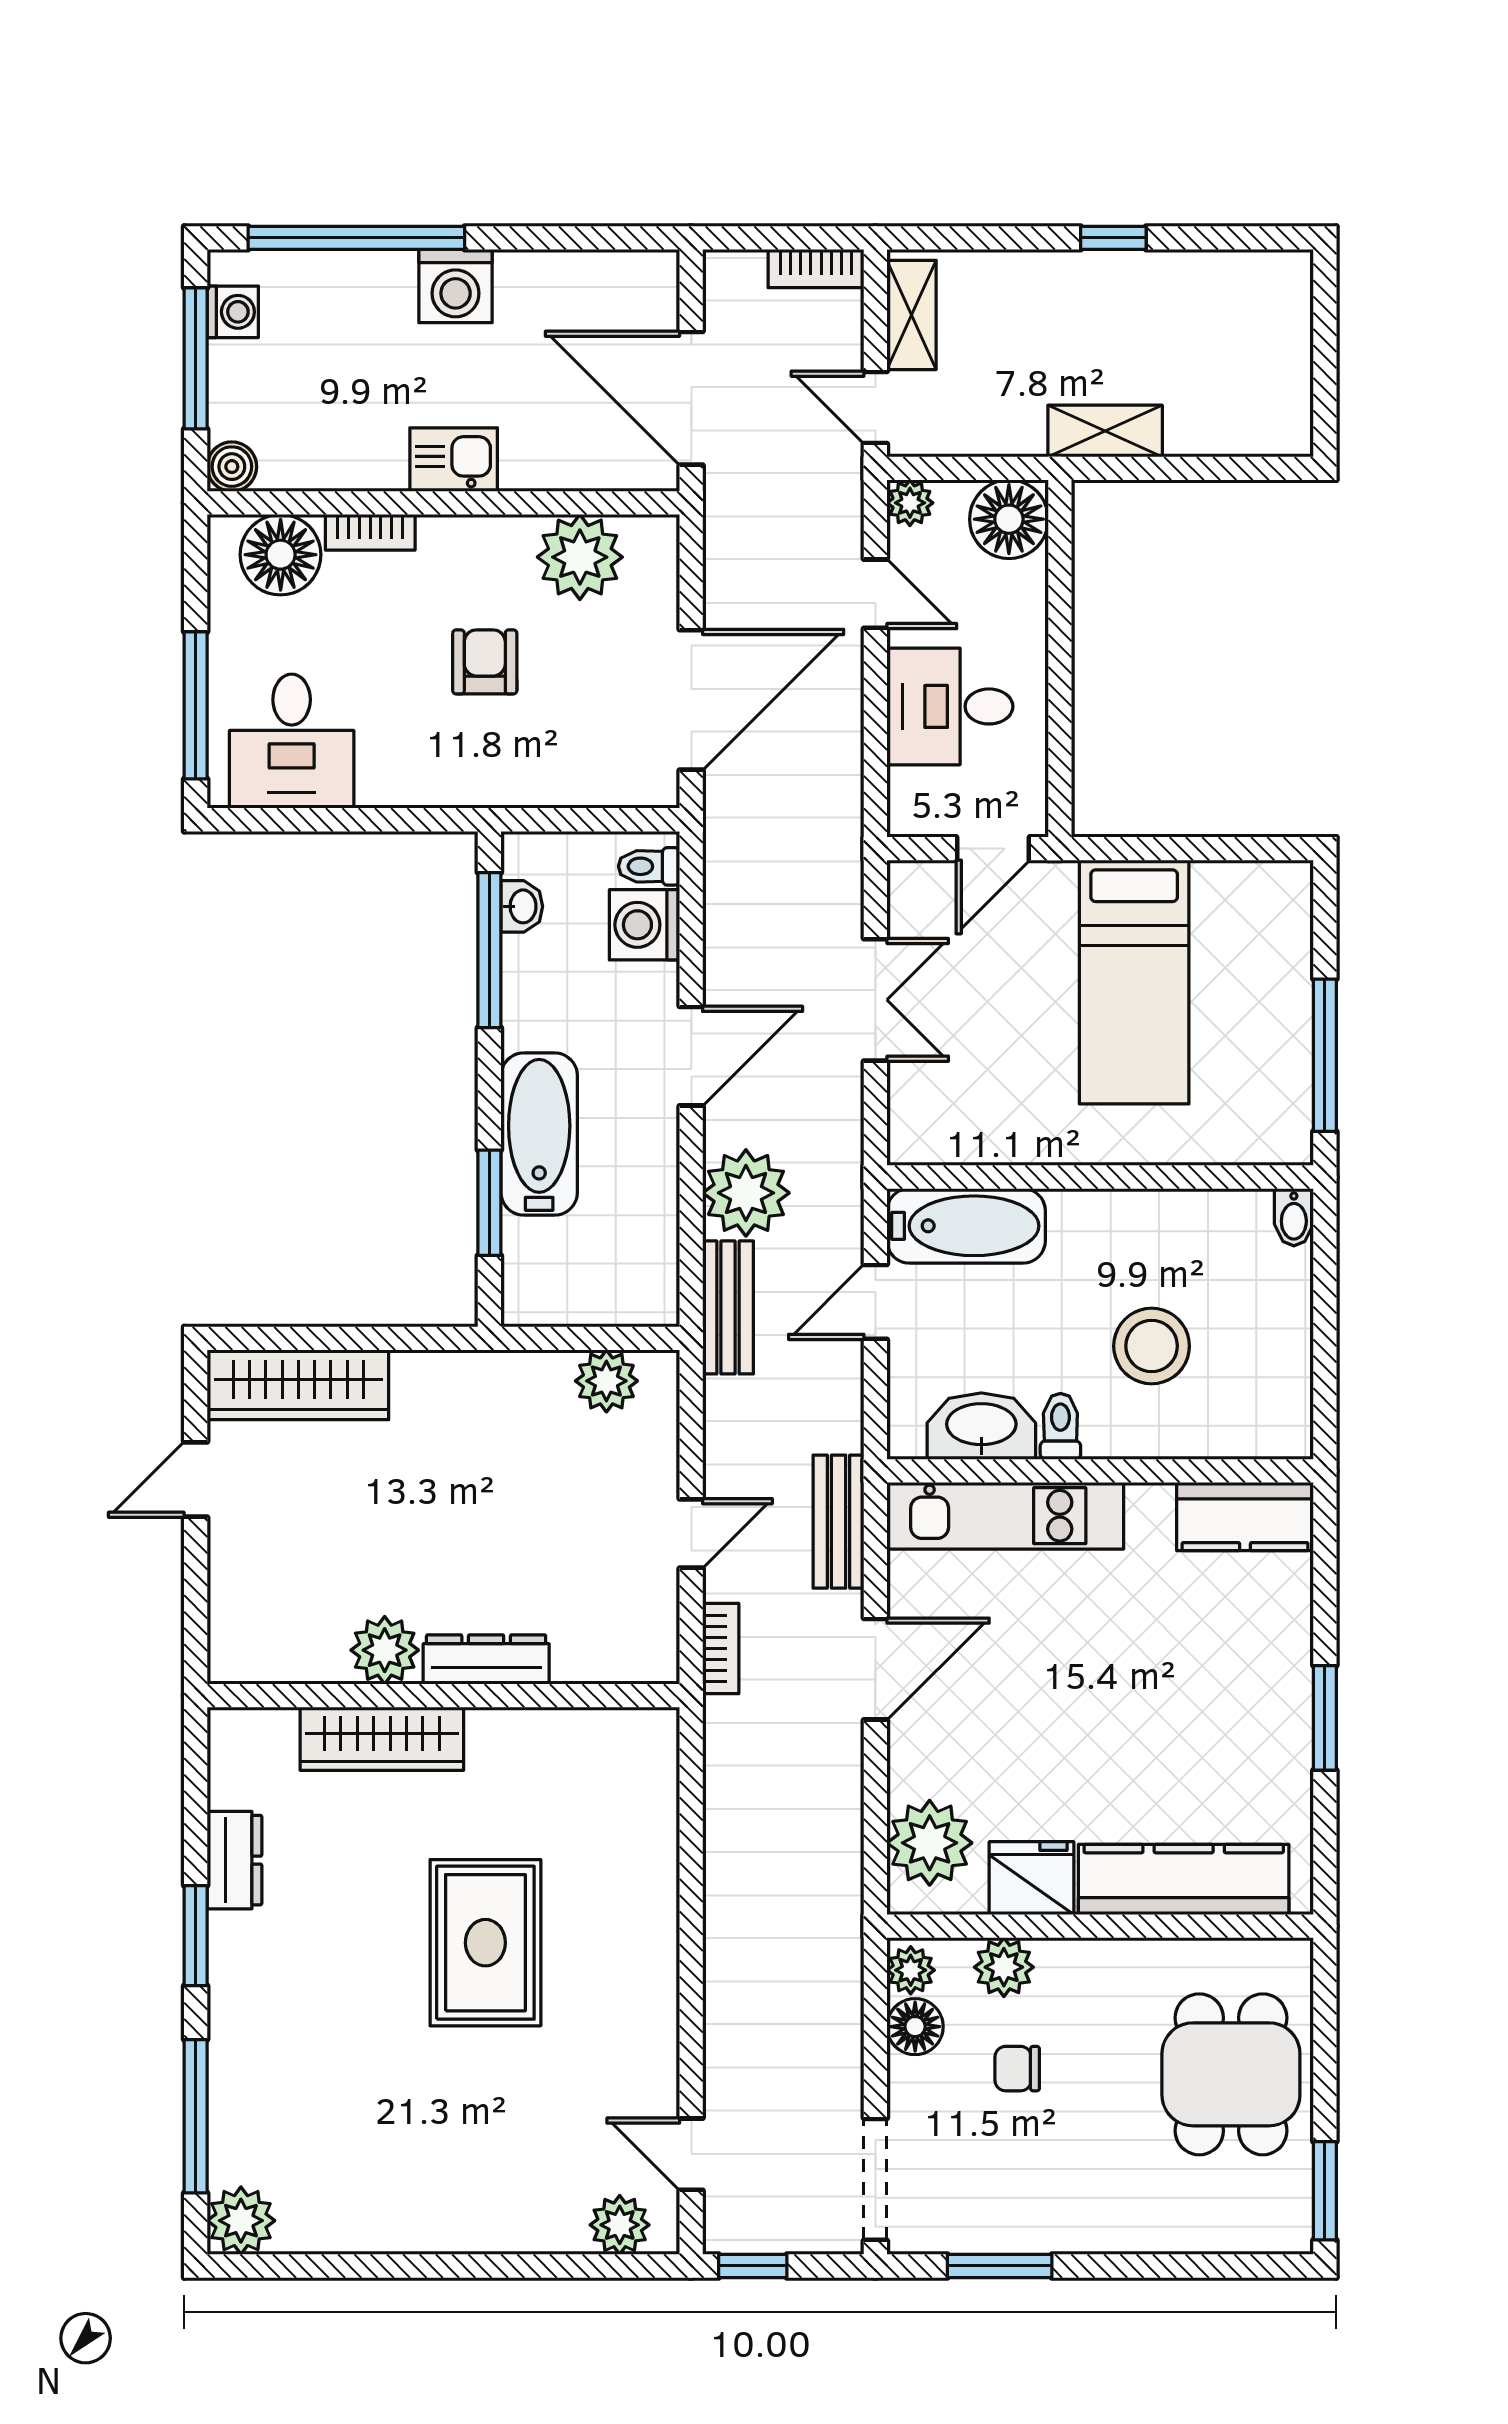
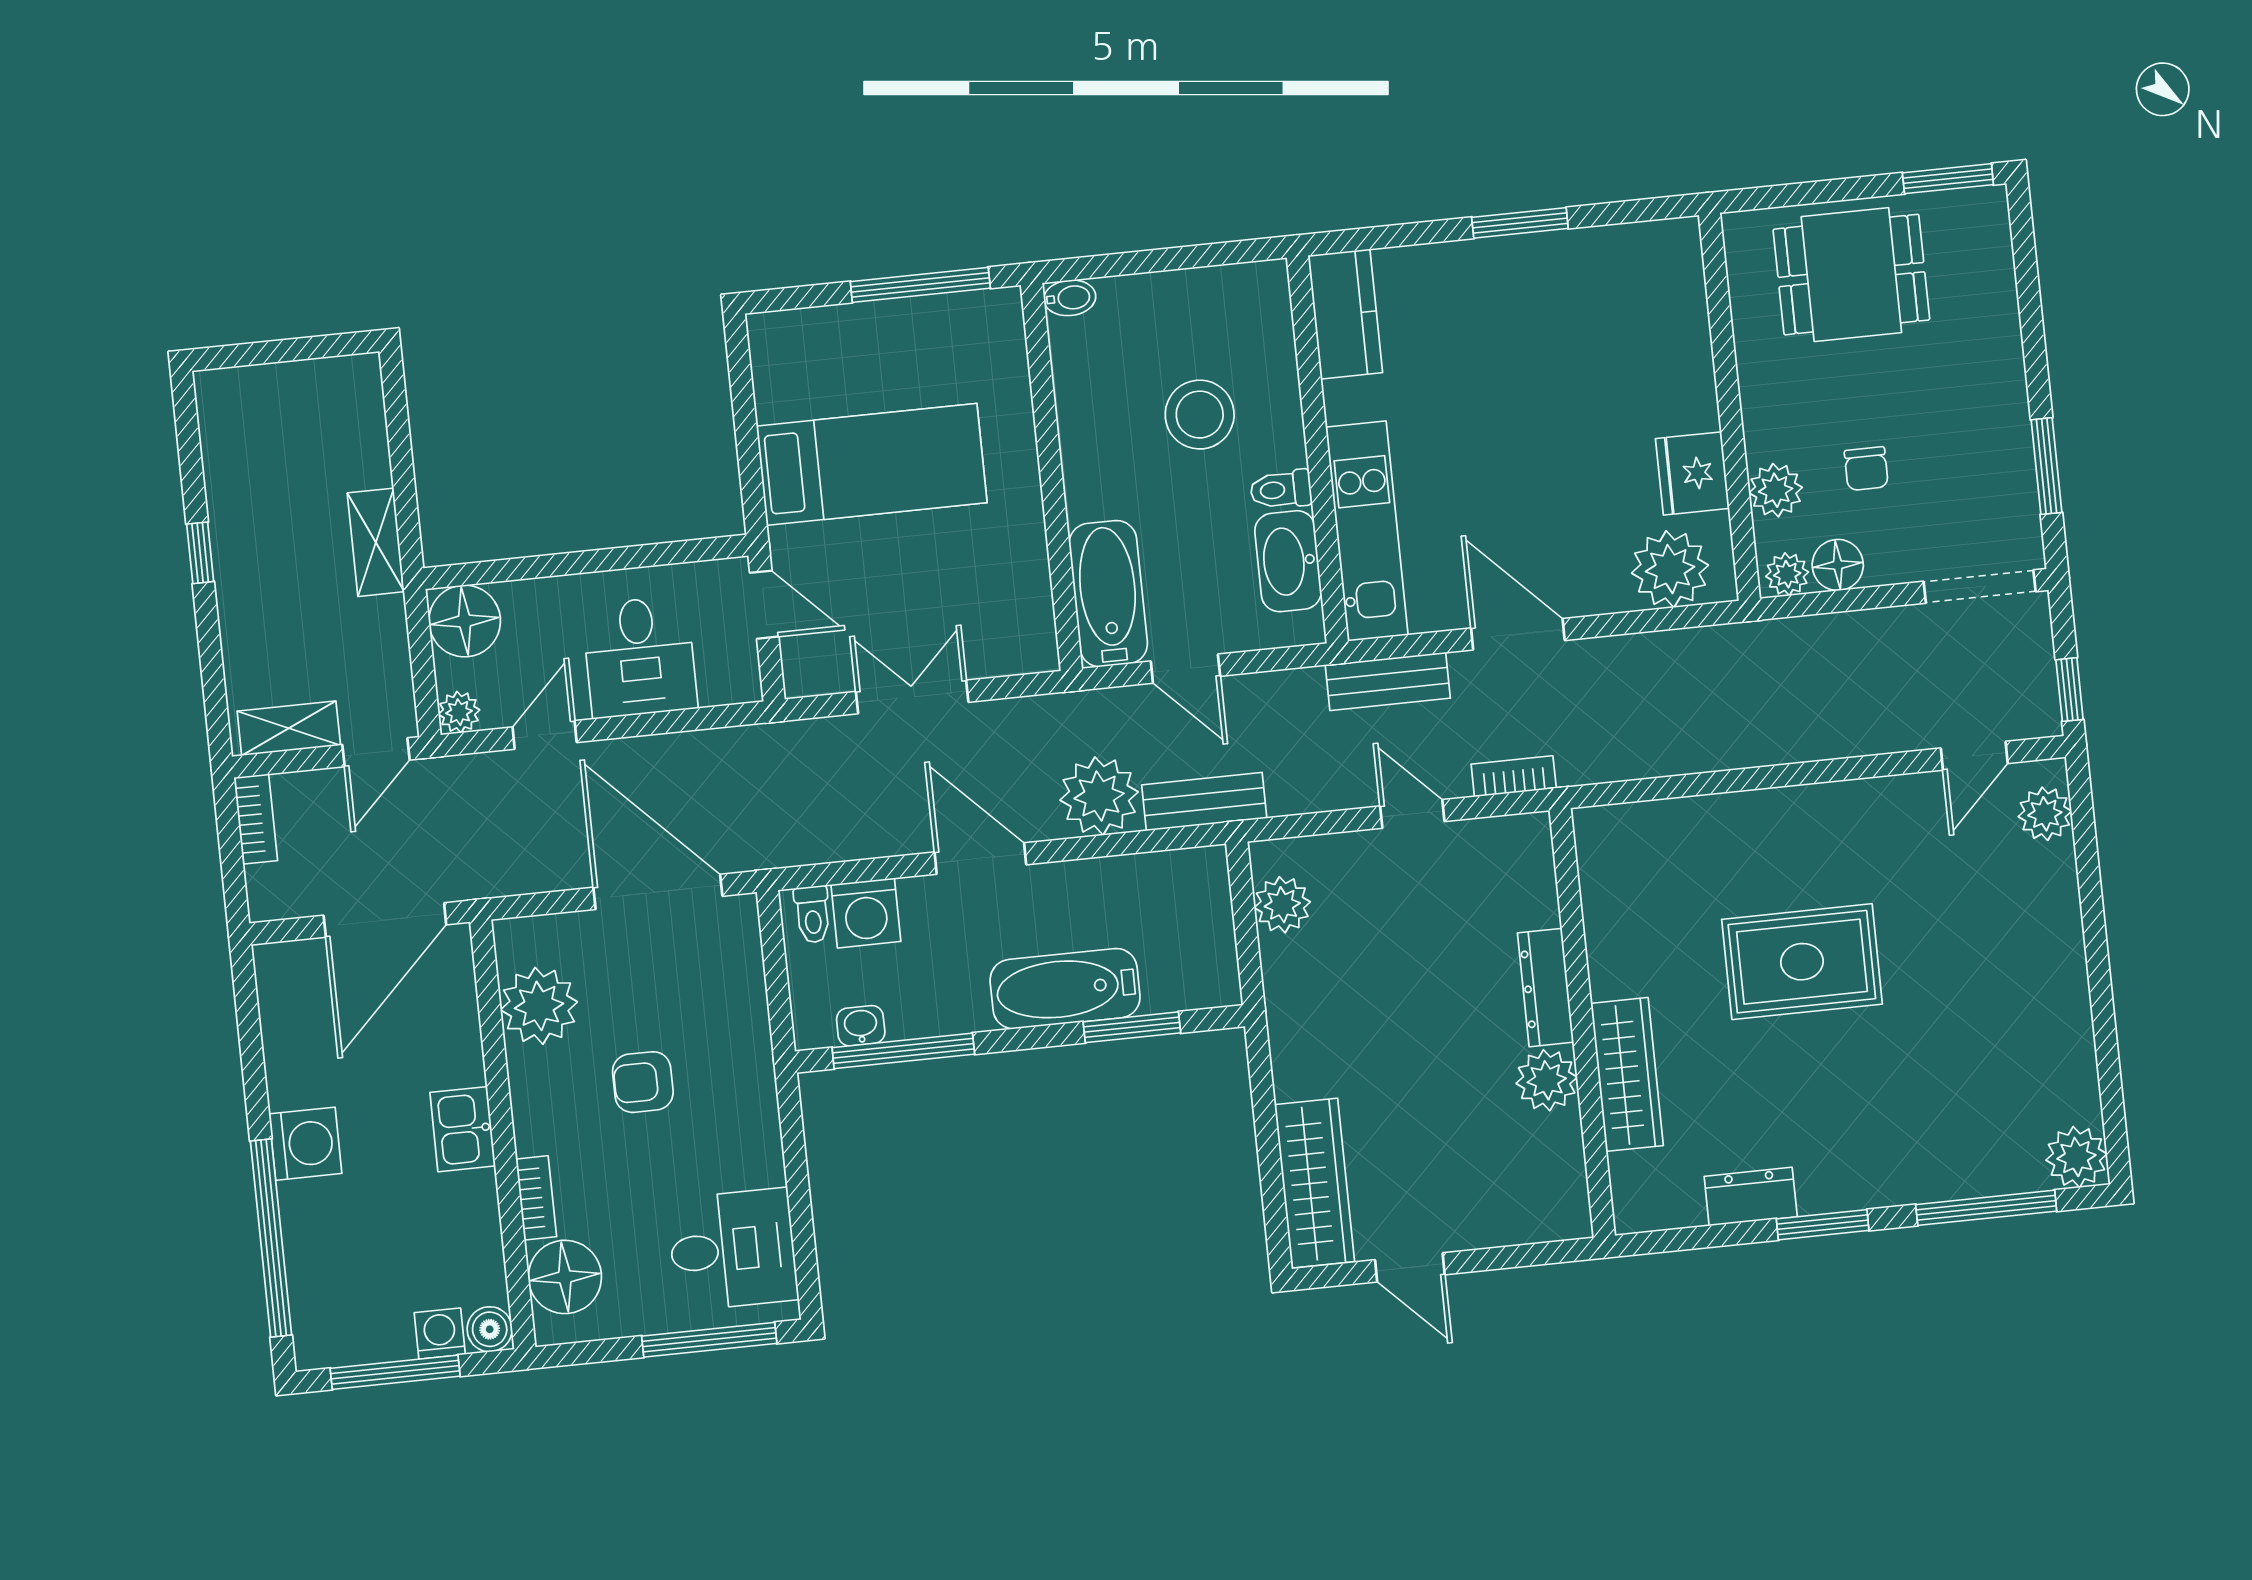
washing machine: (233, 312) -> (440, 1334), moved
kitchen counter: (1184, 1879) -> (1679, 336), removed

